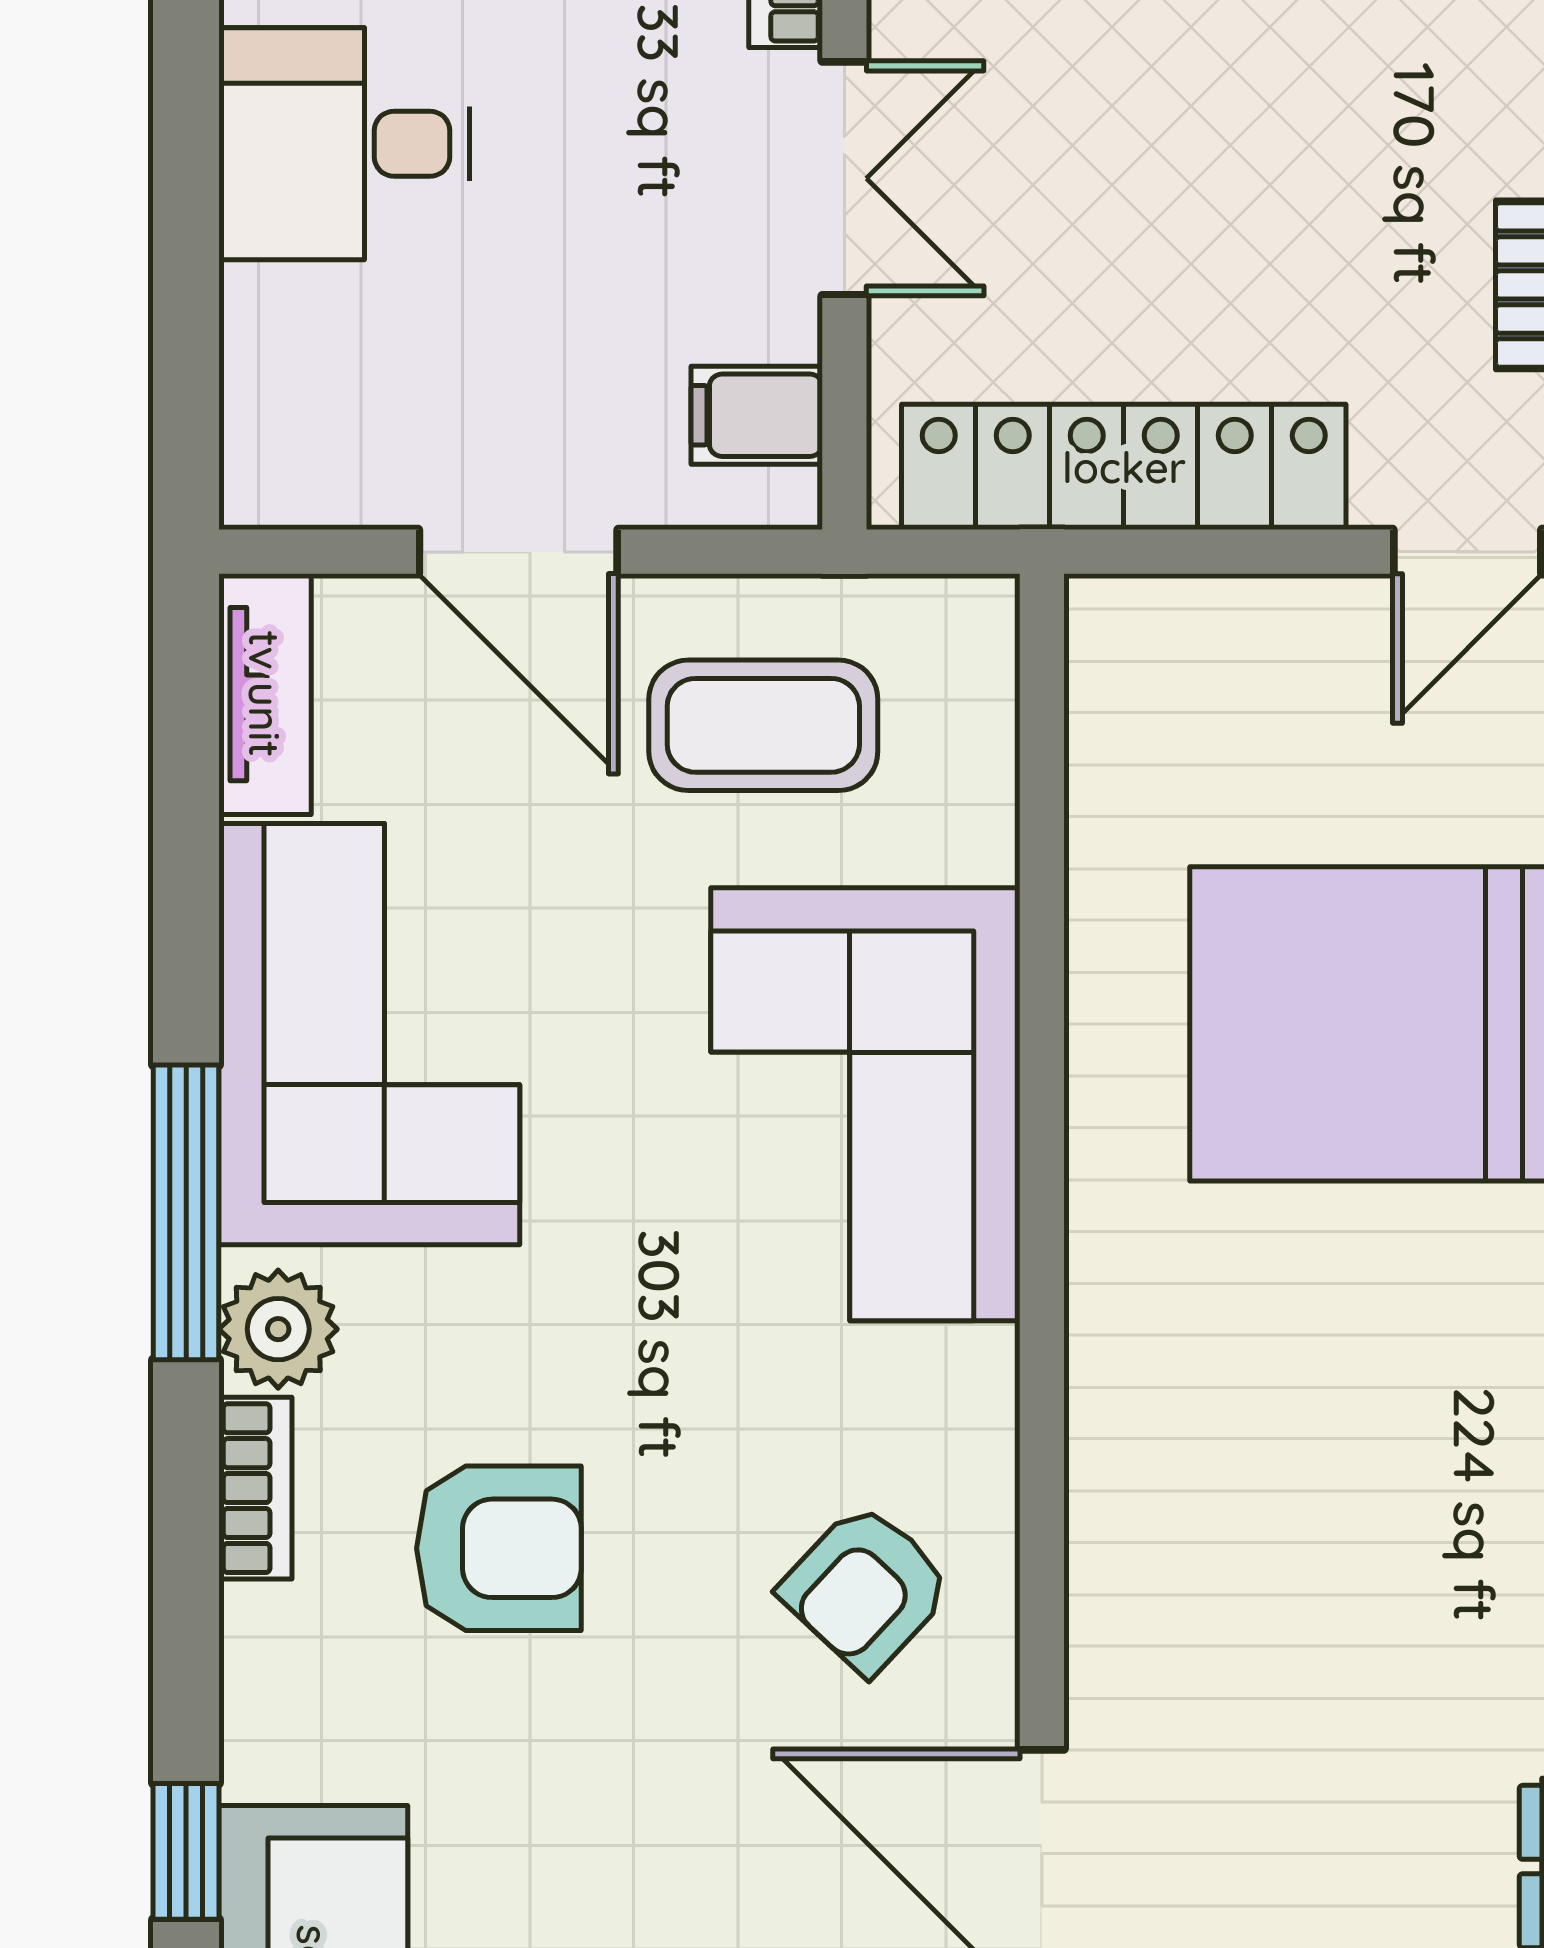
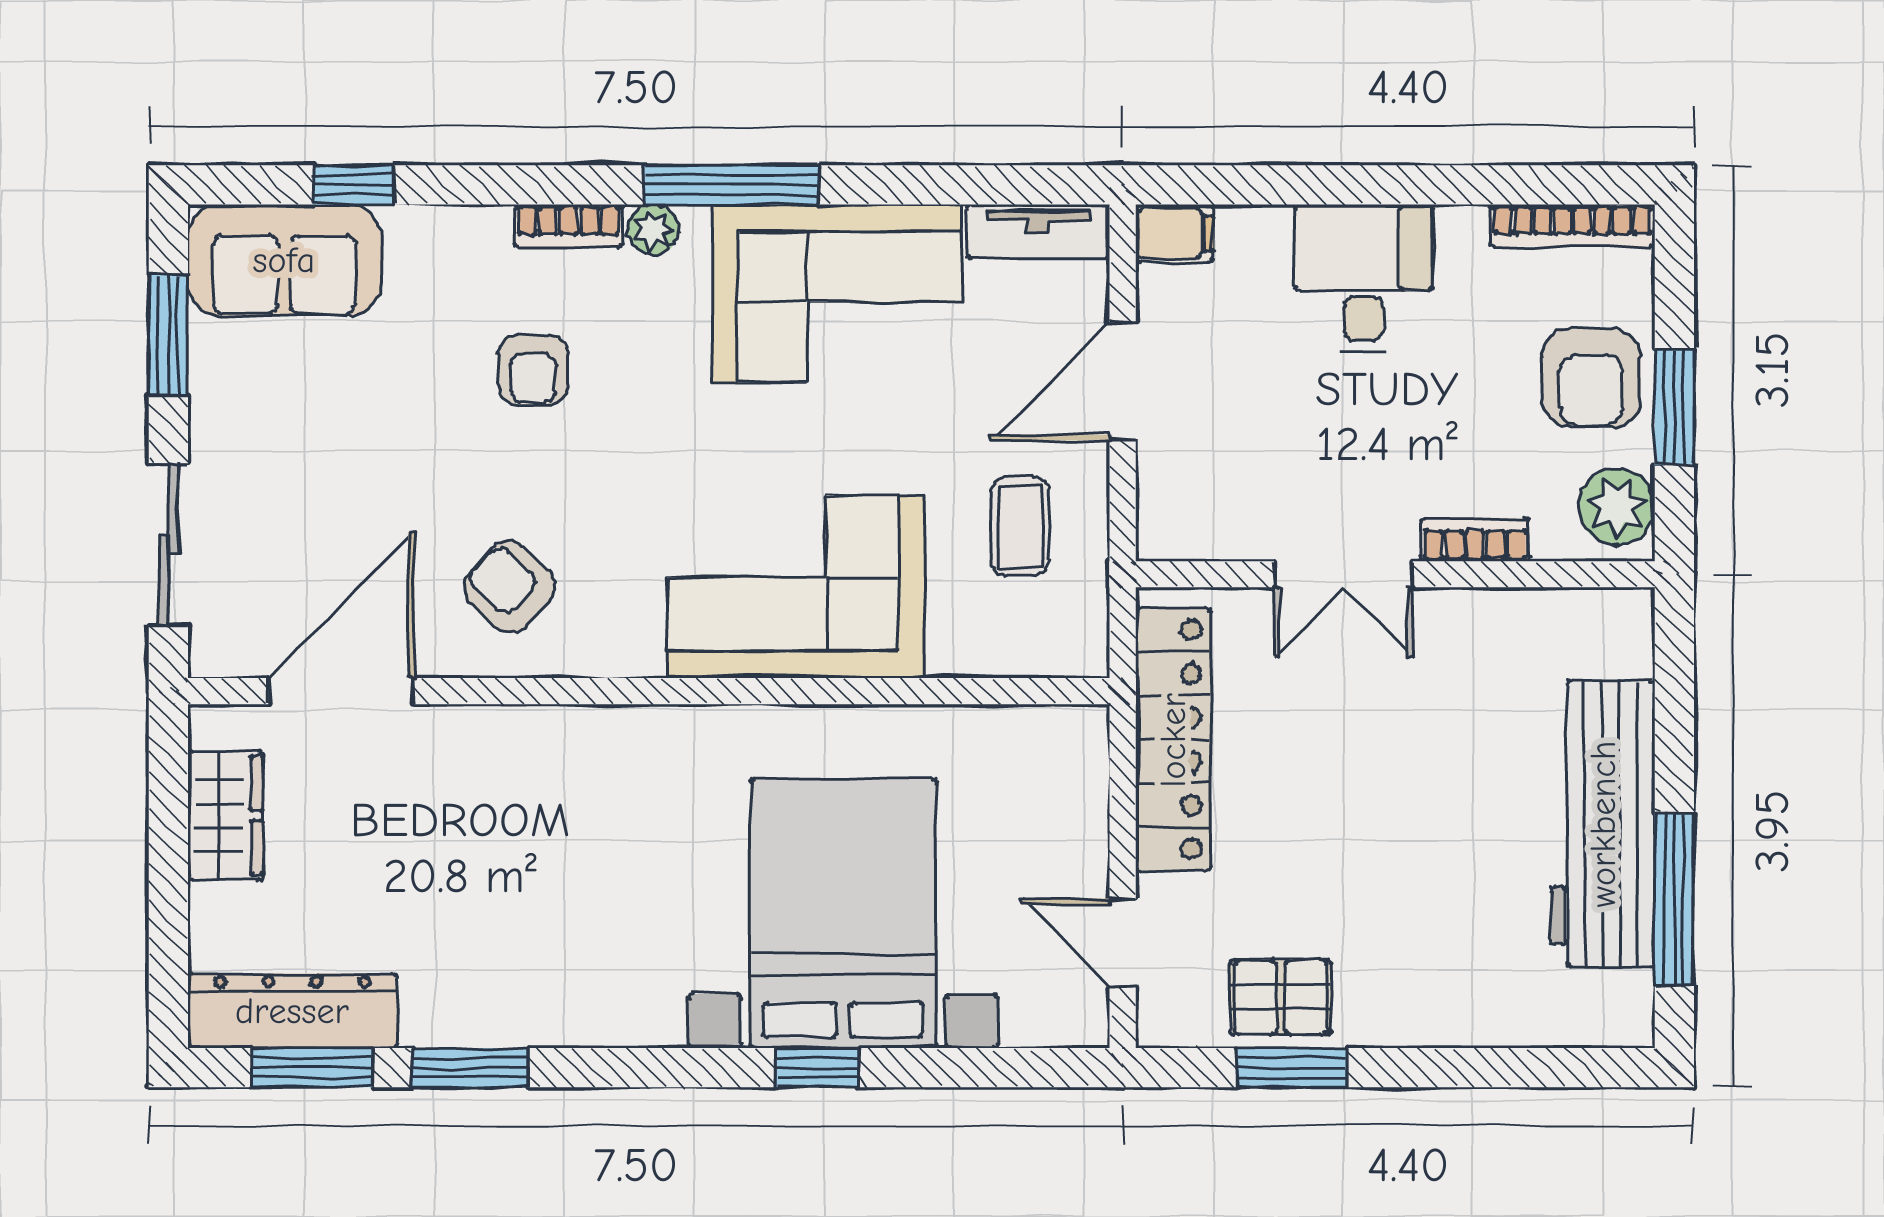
filing cabinet: (757, 415) -> (1174, 233), moved, turned 90
coffee table: (763, 725) -> (1020, 526), width x0.73, depth x0.77
plant: (278, 1329) -> (653, 230), width x0.73, depth x0.73
armchair: (499, 1548) -> (533, 370), width x0.72, depth x0.72

